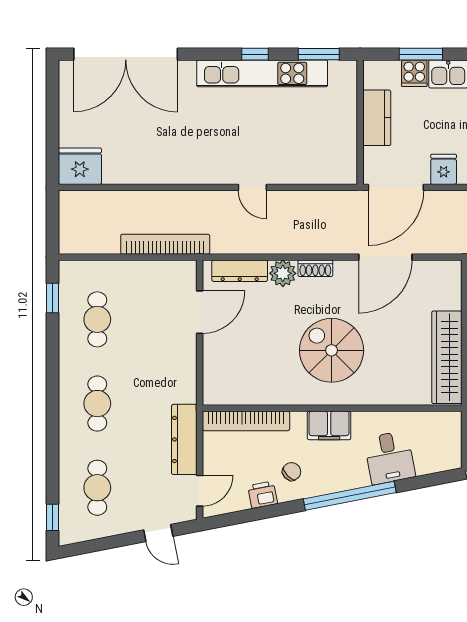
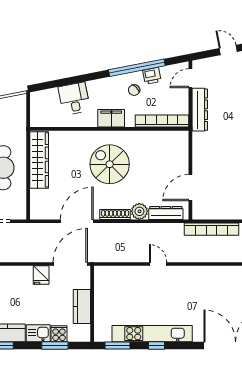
shoe rack: (315, 268) -> (115, 214), width x1.43
spiral stairs: (332, 350) -> (110, 164), turned 180
window: (350, 496) -> (137, 68), moved
door: (158, 533) -> (228, 50), moved

